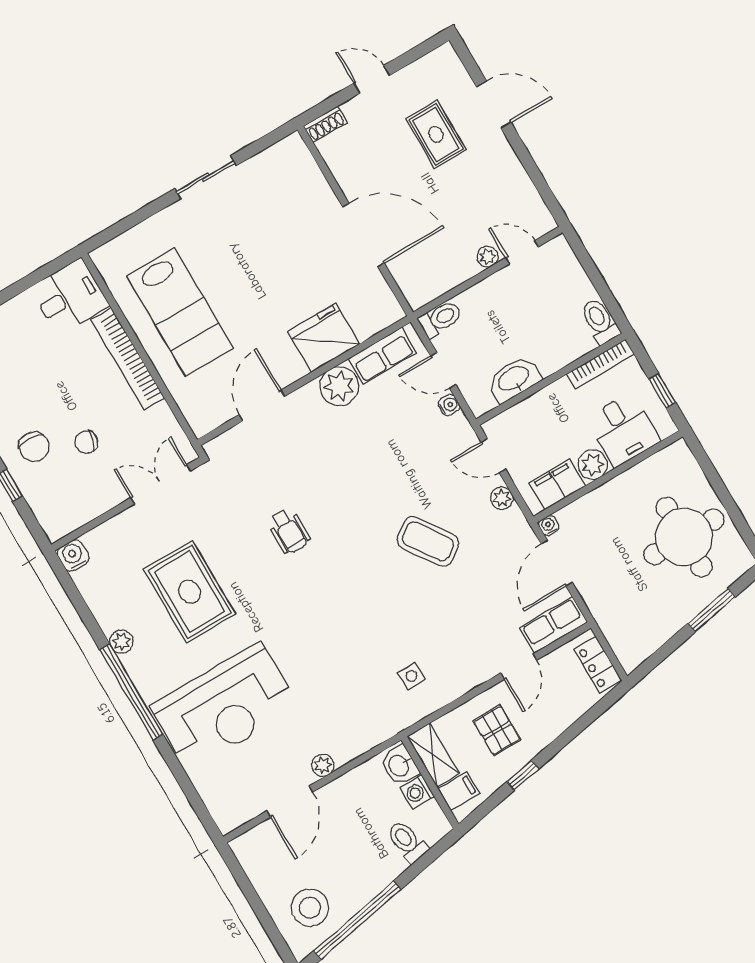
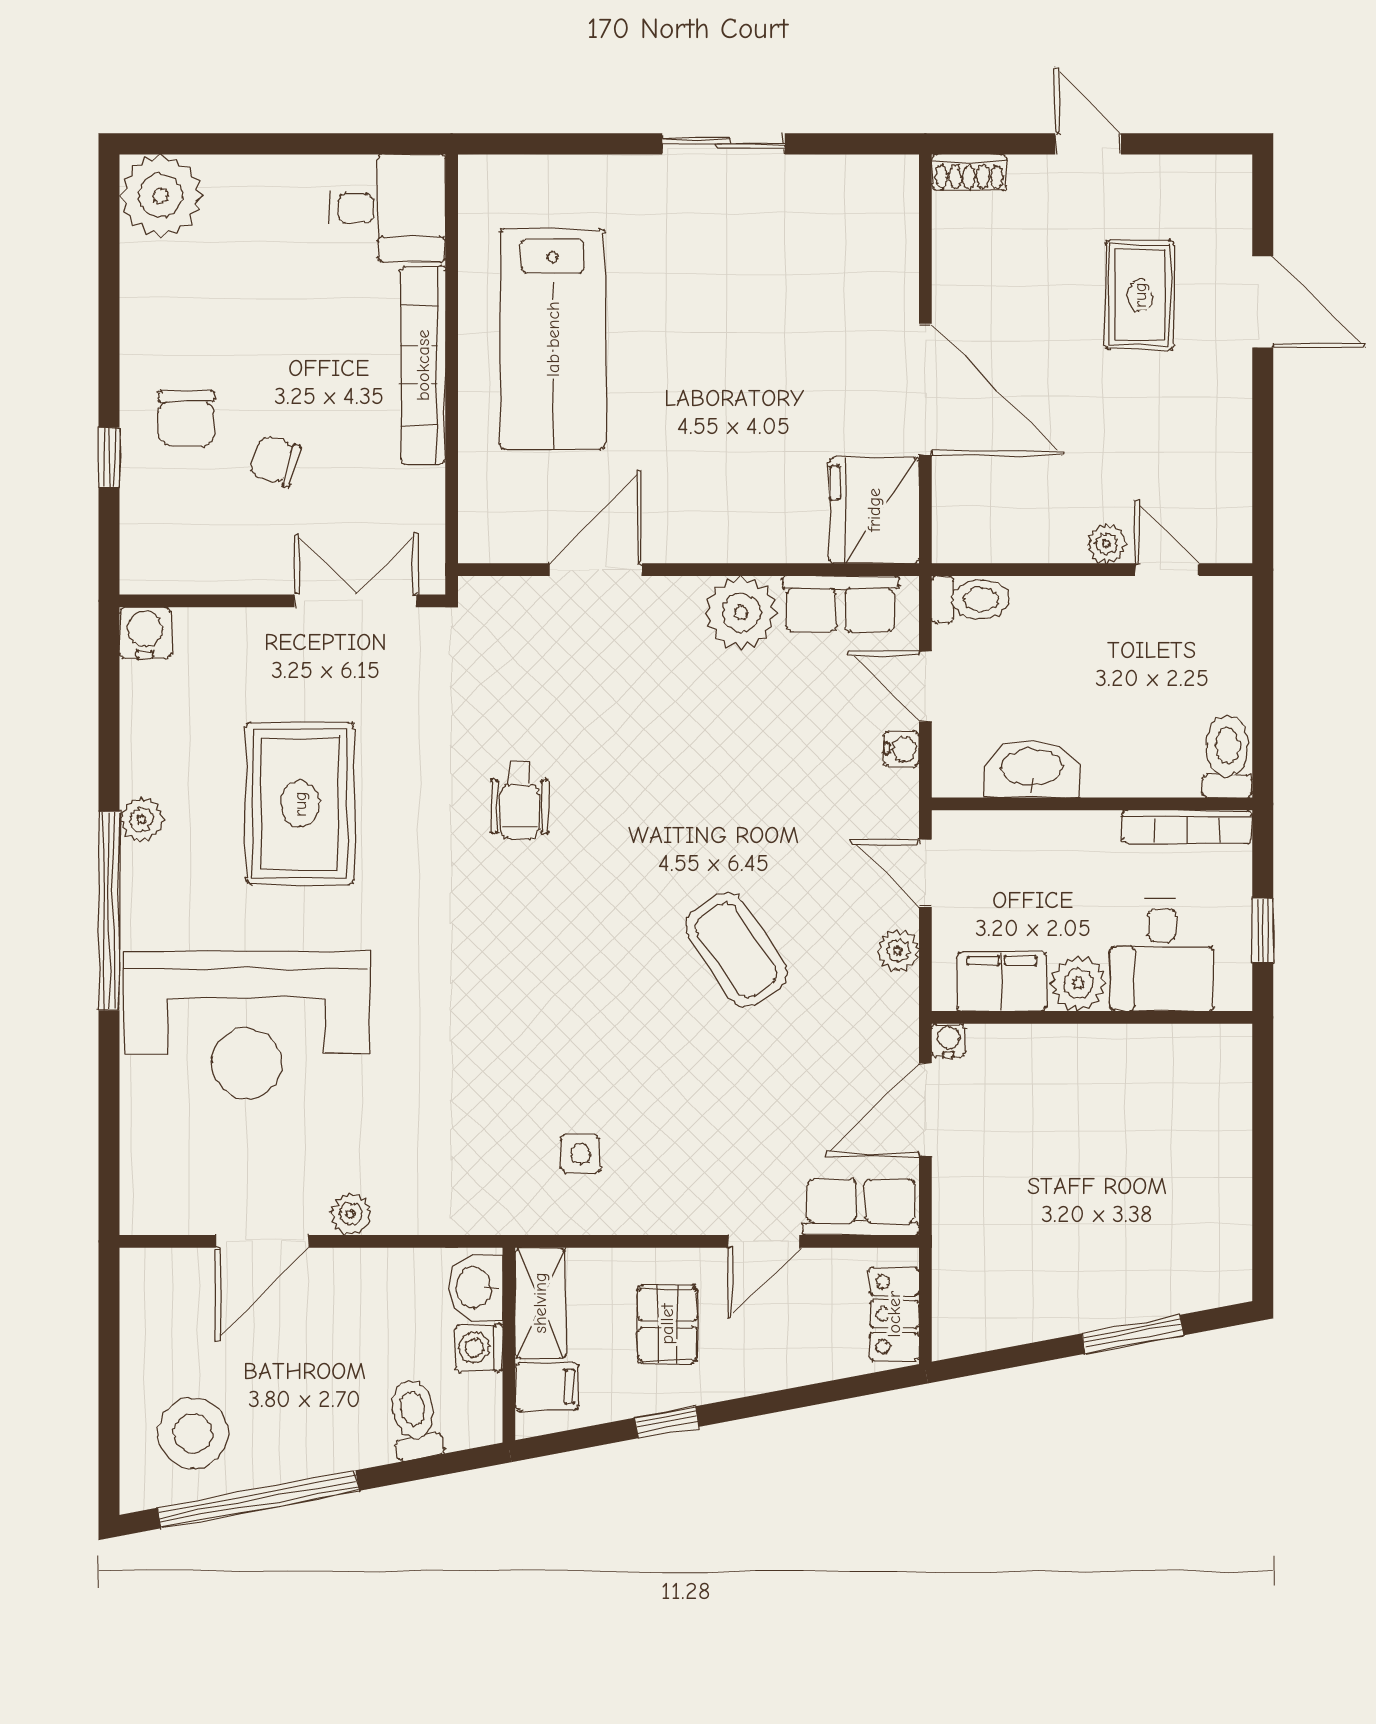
fridge: (324, 338) -> (874, 510), moved, turned -90
round table: (684, 537) -> (1158, 1189), removed

